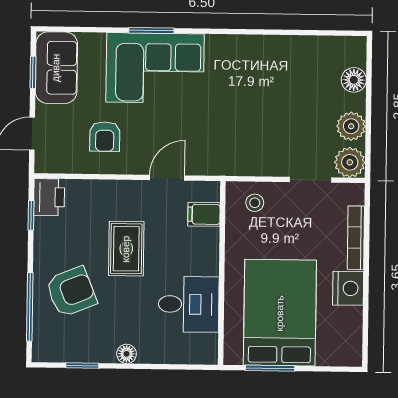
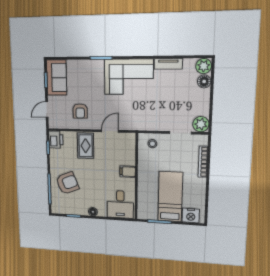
tv unit: (285, 45) -> (168, 64), added
corner sofa: (155, 68) -> (129, 77), moved
plant: (351, 126) -> (204, 66), moved
filing cabinet: (204, 214) -> (128, 172), moved
rug: (126, 249) -> (86, 146), moved
nightstand: (348, 288) -> (191, 216), moved, turned 90
desk: (189, 304) -> (120, 204), moved, turned 90
bed: (280, 313) -> (170, 197), width x0.67

